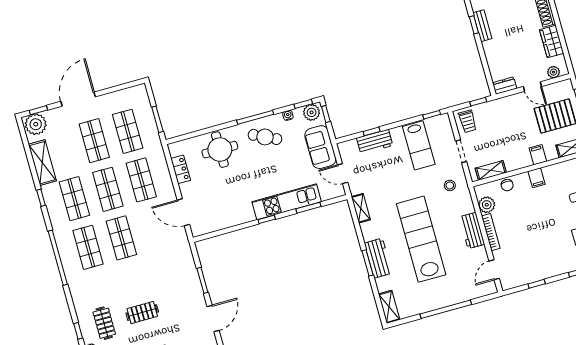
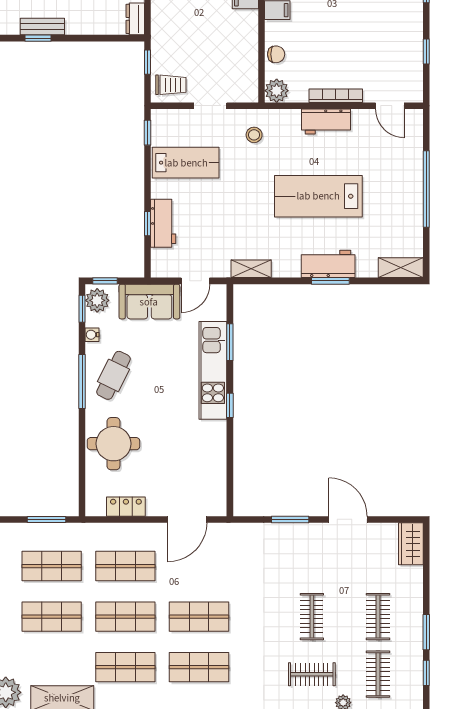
shelving: (491, 170) -> (249, 71), removed
plant: (487, 205) -> (277, 91), moved
lab bench: (421, 239) -> (318, 196), width x0.73

